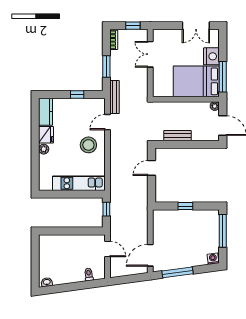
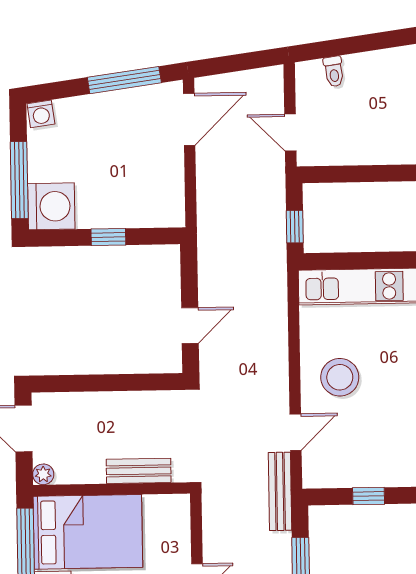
bench: (177, 136) -> (139, 471), moved
washing machine: (209, 219) -> (51, 206), added

